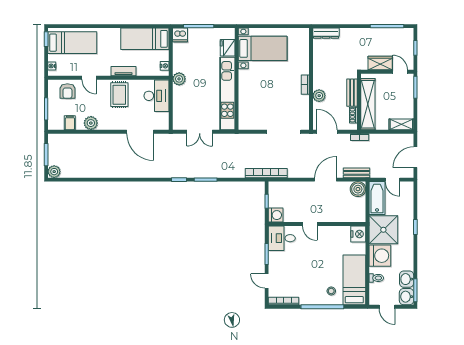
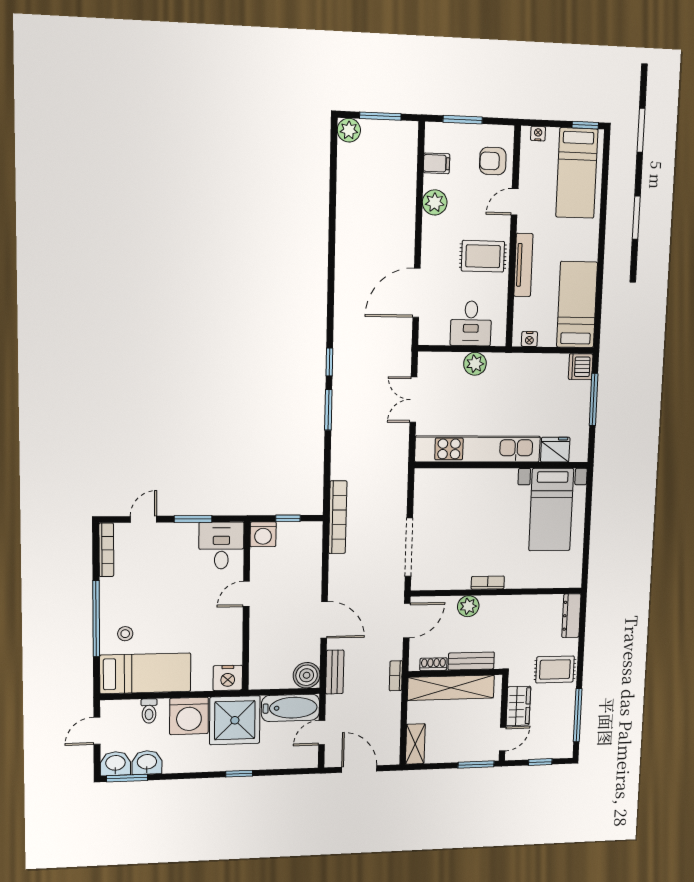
rug: (358, 42) -> (555, 669), added
tv unit: (124, 71) -> (523, 265), width x1.41
plant: (179, 79) -> (475, 364), moved
desk: (156, 96) -> (471, 323), width x0.73

